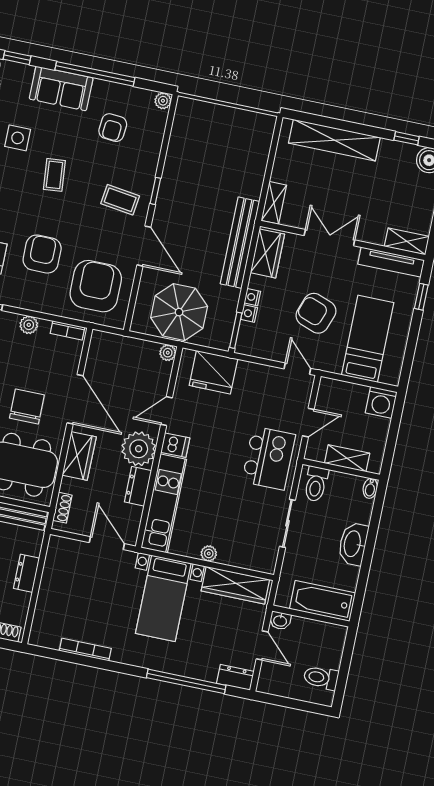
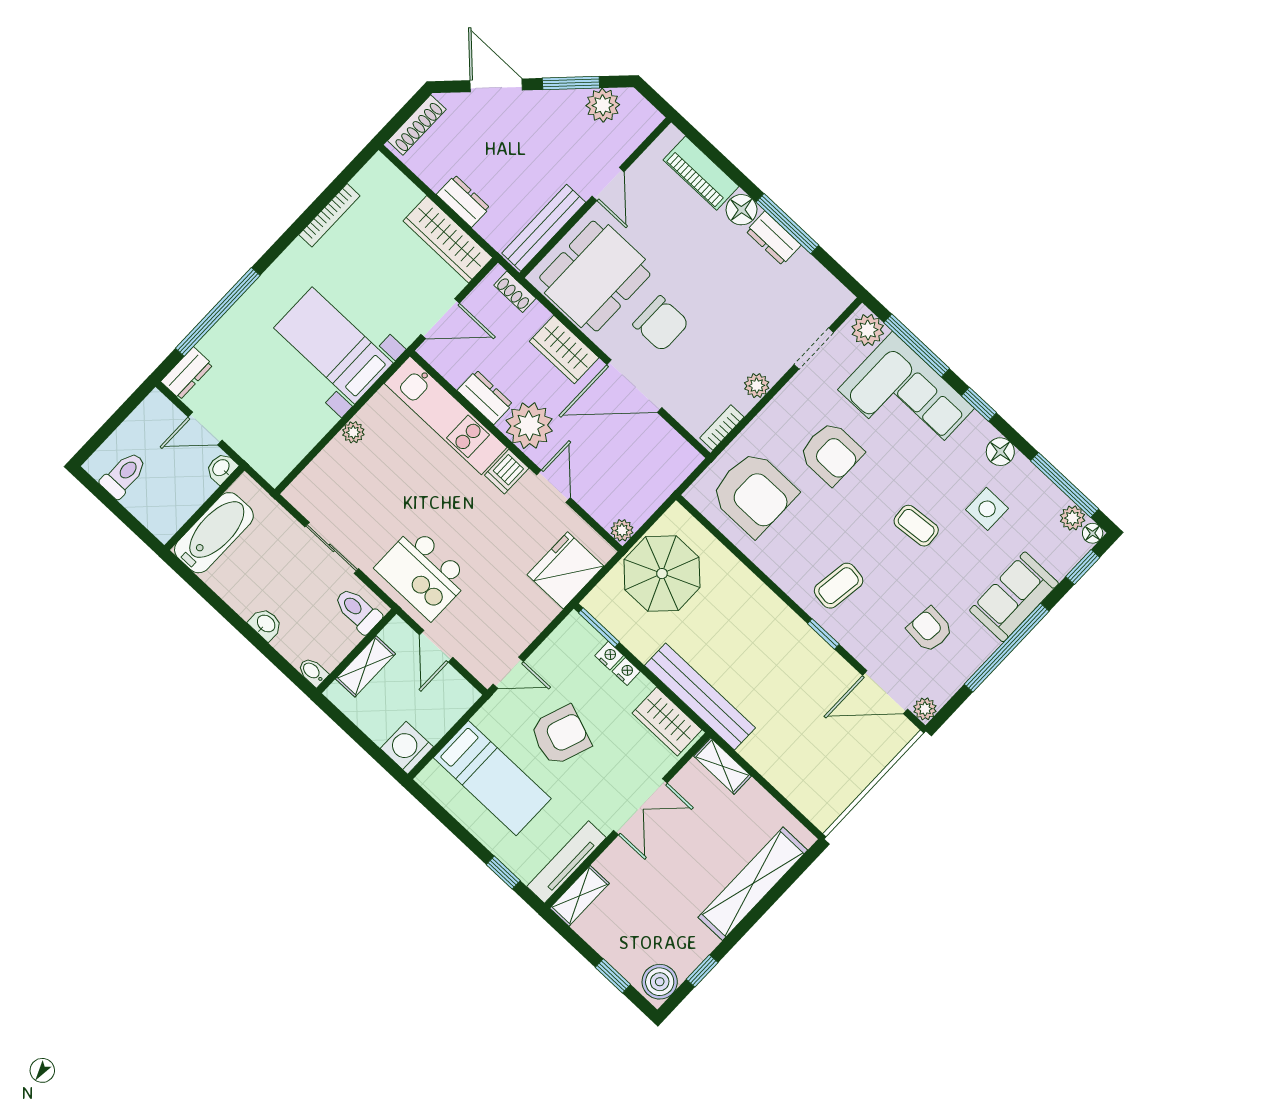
door: (144, 246) -> (885, 692), moved
washbasin: (353, 544) -> (266, 624), width x0.52, depth x0.69
wardrobe: (235, 585) -> (448, 239), moved, turned -90

